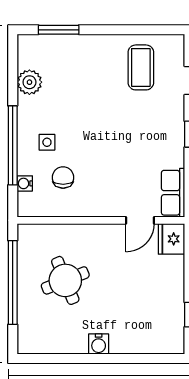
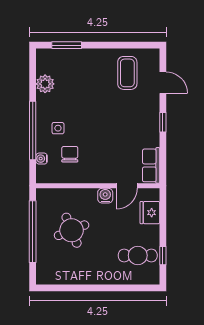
fridge: (172, 239) -> (150, 213), moved
cafe table: (155, 315) -> (138, 255), added
water cooler: (99, 344) -> (105, 196), moved, turned 180

